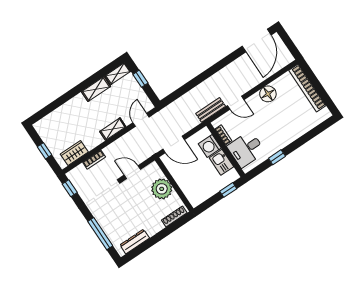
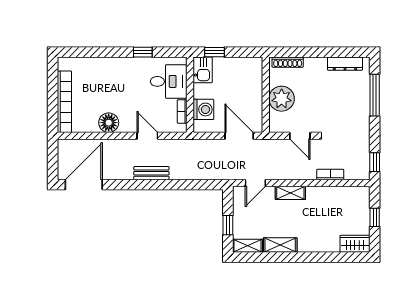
bench: (211, 110) -> (151, 173), moved
wardrobe: (74, 153) -> (355, 244), moved, turned 180
kitchen sink: (221, 162) -> (203, 70), moved

